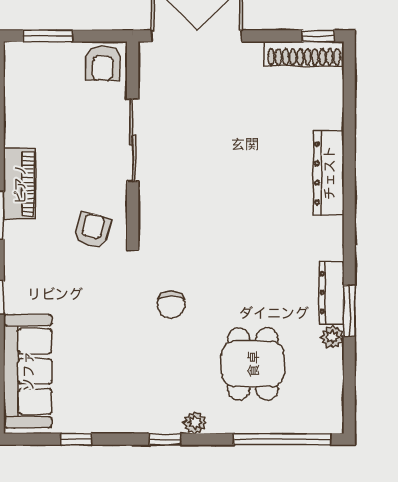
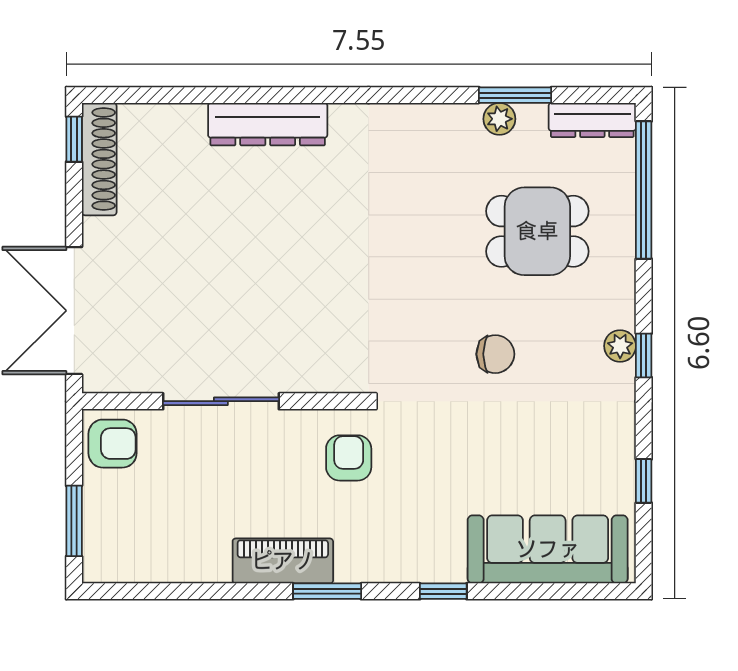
armchair: (92, 230) -> (349, 458), turned 75
dresser: (332, 293) -> (592, 120), moved
chair: (171, 305) -> (495, 354), moved
window: (349, 311) -> (515, 95), moved
plant: (195, 422) -> (620, 346), moved

